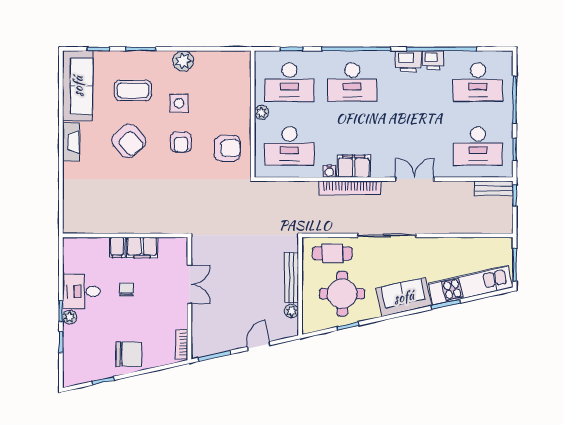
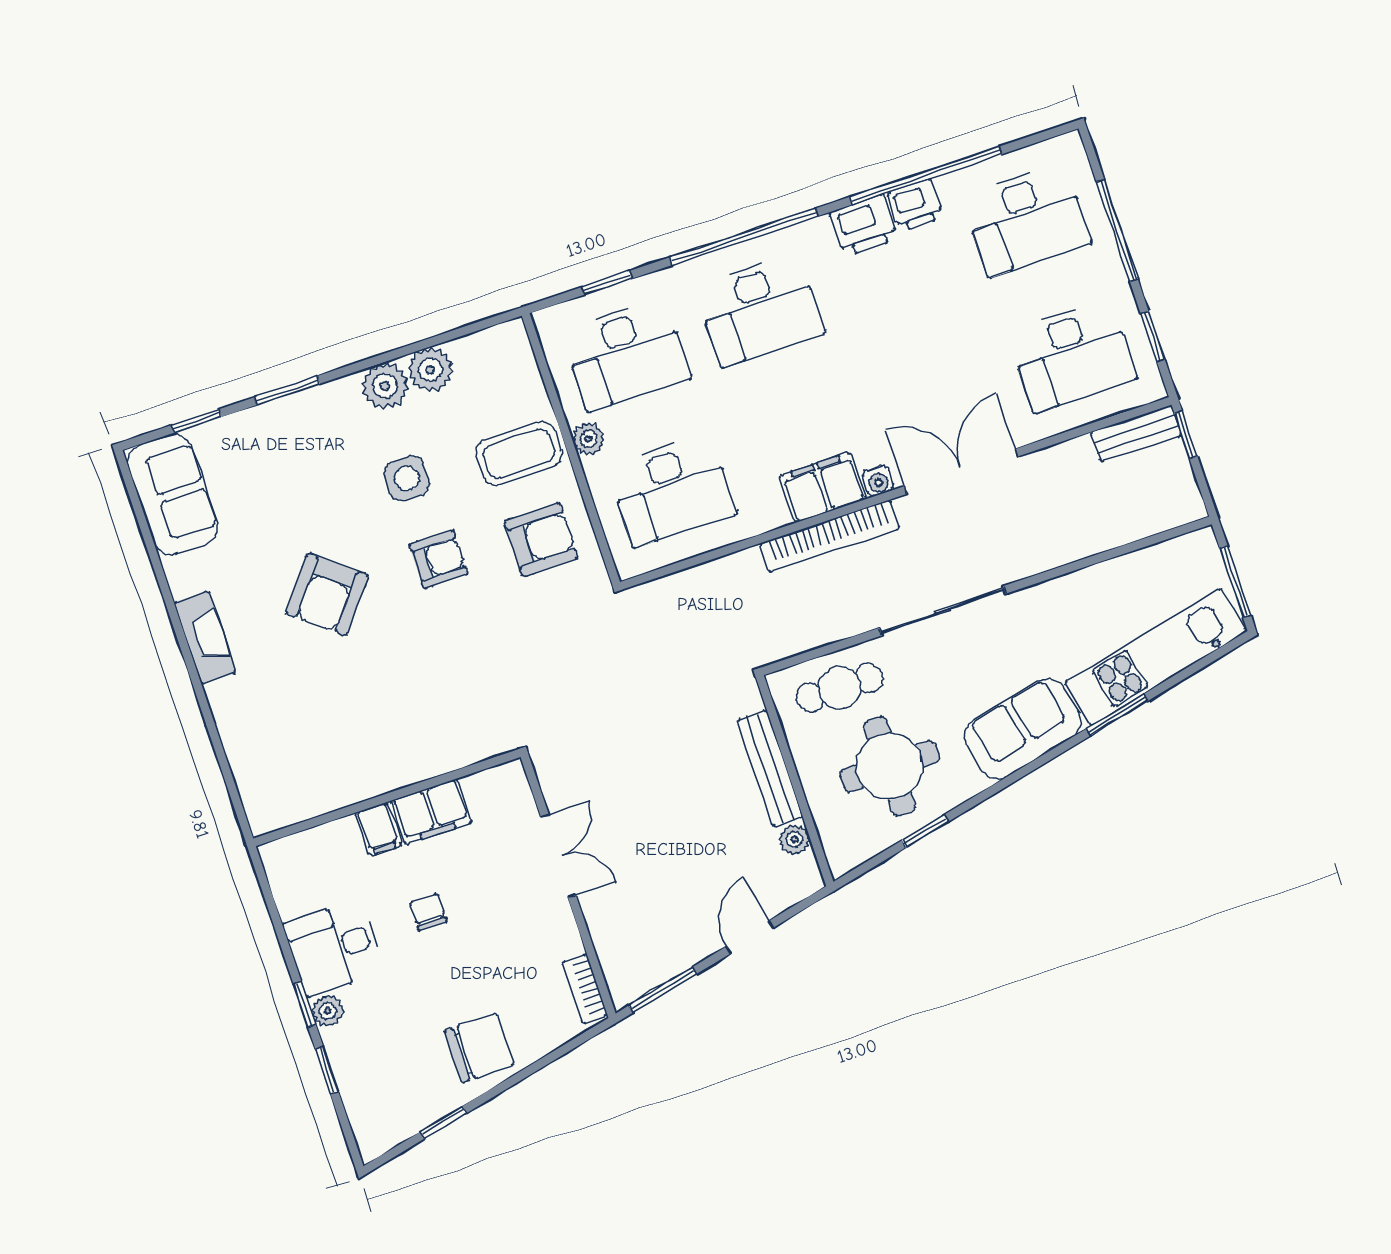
plant: (205, 61) -> (430, 370), added
sofa: (78, 86) -> (173, 494), width x0.73
coffee table: (133, 90) -> (519, 453), moved
armchair: (129, 141) -> (327, 594), turned 80
armchair: (181, 142) -> (439, 559), turned -90
water cooler: (329, 171) -> (878, 481), moved
double door: (415, 179) -> (961, 471), width x1.37

